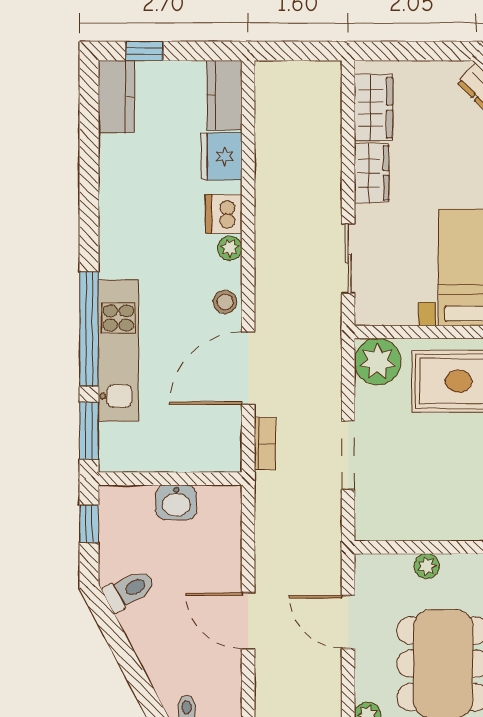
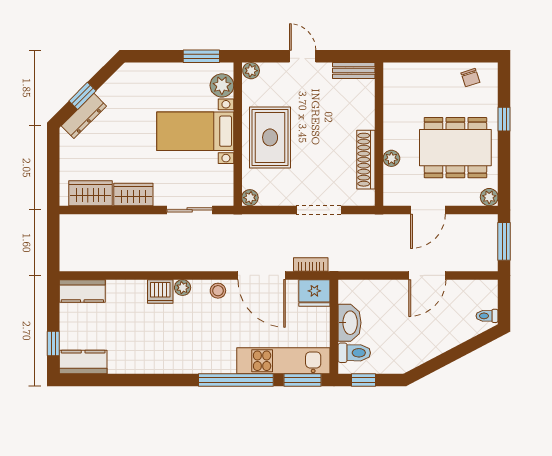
fridge: (222, 156) -> (314, 293), moved
kitchen unit: (118, 351) -> (283, 361), moved
plant: (378, 362) -> (250, 198), width x0.53, depth x0.53
washbasin: (176, 502) -> (349, 323), width x1.38
shoe rack: (425, 527) -> (366, 160), added
toilet: (129, 590) -> (354, 353), moved, turned 118

